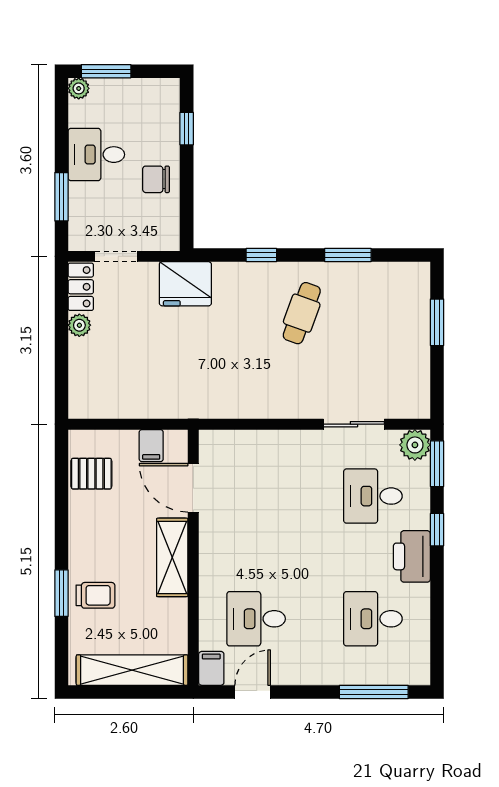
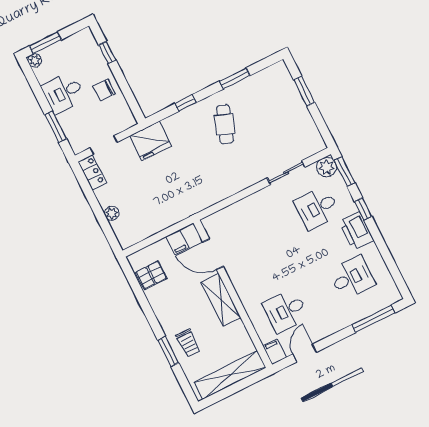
plant: (79, 325) -> (112, 213), moved
trolley: (95, 595) -> (188, 343), turned 90
desk: (373, 619) -> (352, 278), turned 180

